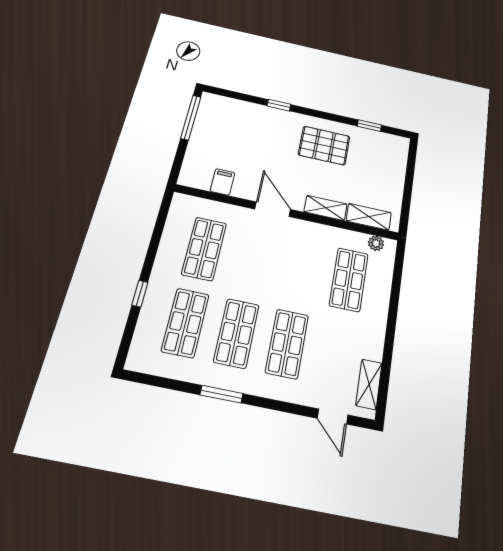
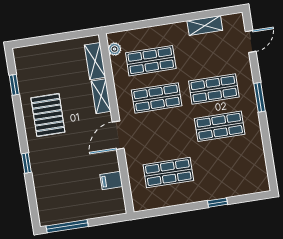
shop shelf: (185, 323) -> (157, 98), moved
shelving: (369, 384) -> (205, 26), moved
window: (221, 394) -> (259, 97), moved

